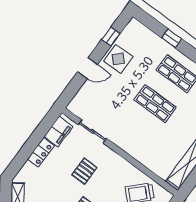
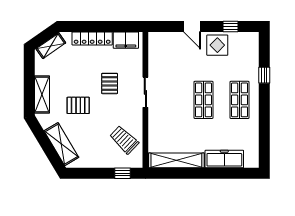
sliding door: (92, 131) -> (145, 92), moved
locker: (41, 152) -> (92, 38), width x1.53
pallet: (84, 171) -> (110, 83), turned 90

